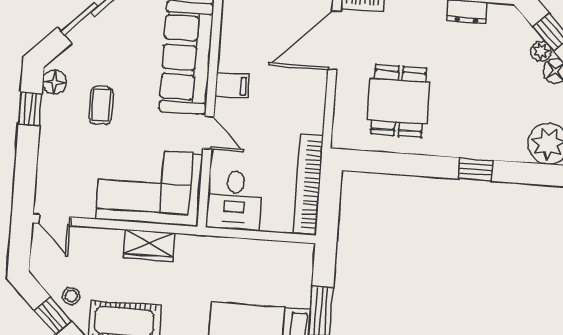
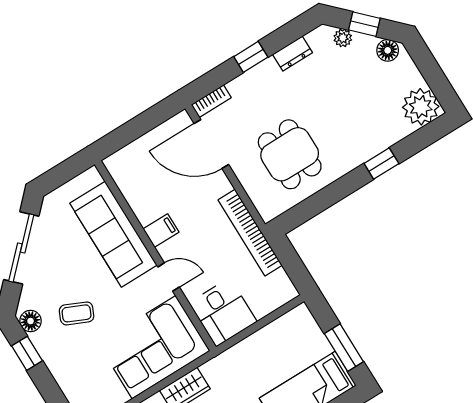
door: (334, 40) -> (211, 144), hinge flipped
plant: (541, 51) -> (343, 38), moved
coffee table: (101, 105) -> (77, 313), turned -66
bookcase: (308, 185) -> (250, 233), moved

